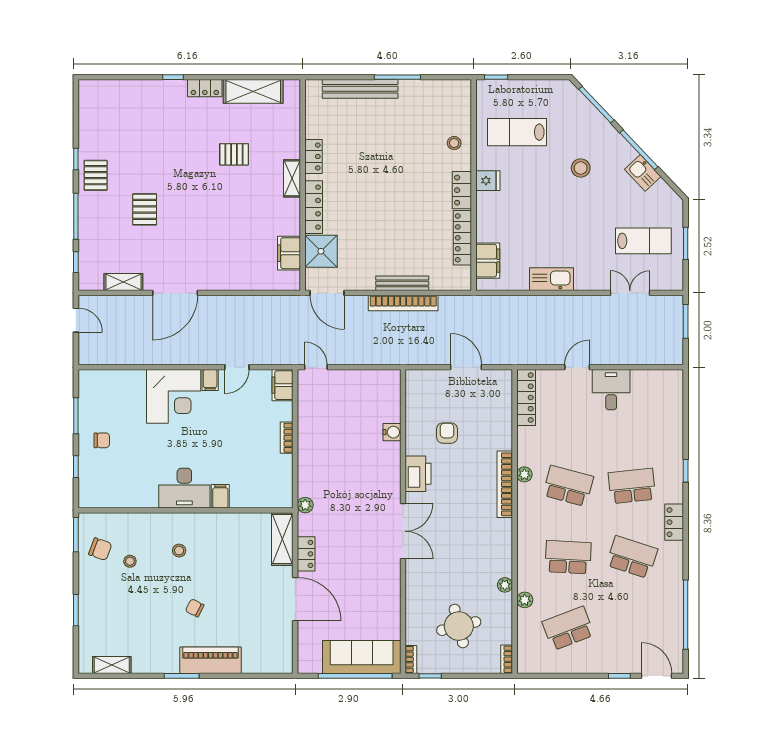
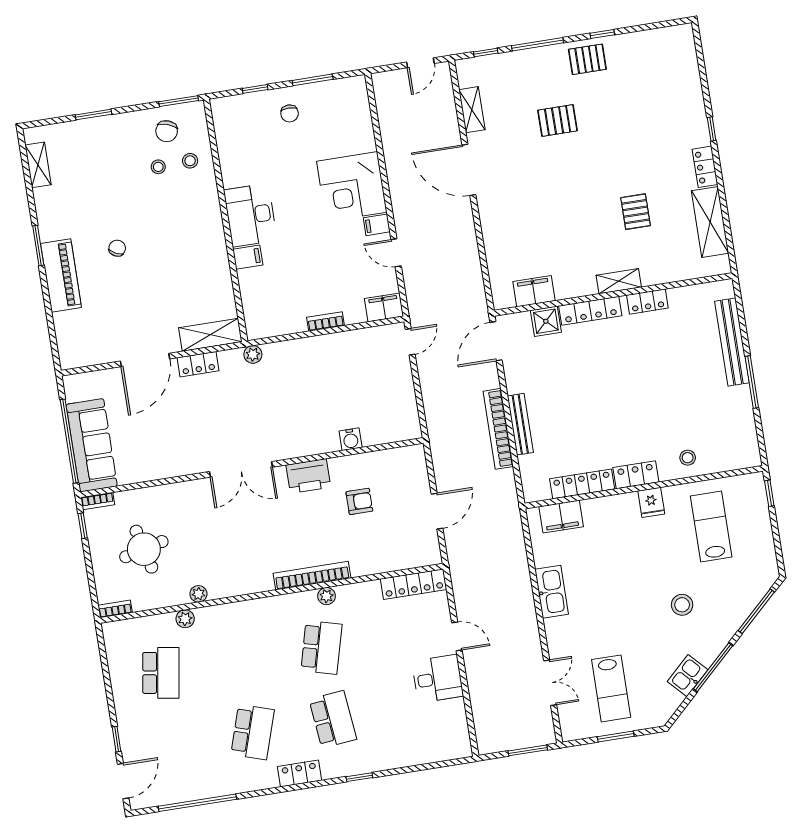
shower: (321, 251) -> (546, 321), width x0.73, depth x0.73
stool: (179, 551) -> (190, 161), moved
school desk: (568, 557) -> (241, 660), removed
school desk: (568, 628) -> (161, 673), turned 30

